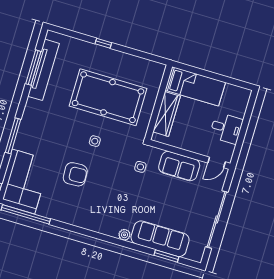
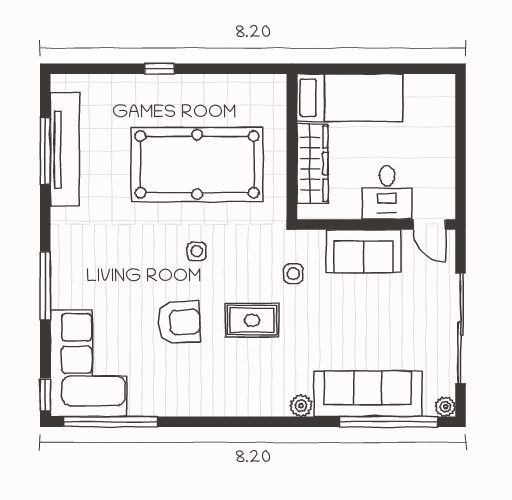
desk: (226, 128) -> (387, 192), moved, turned 90
door: (217, 162) -> (429, 224), hinge flipped
rug: (112, 184) -> (252, 320), added
window: (166, 256) -> (389, 422), width x2.11
plant: (197, 257) -> (445, 407), added

